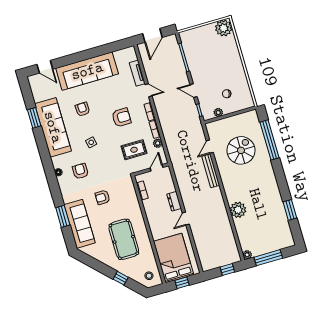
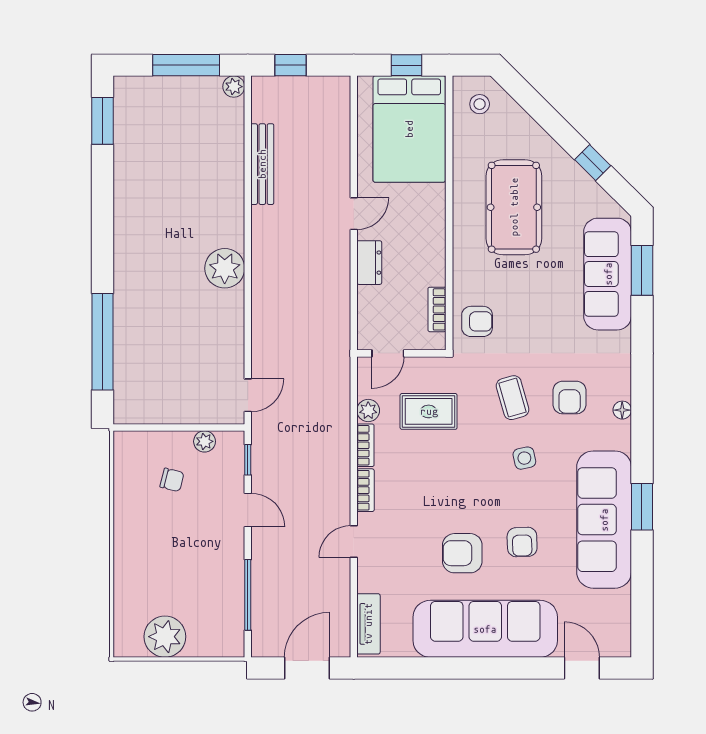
plant: (224, 28) -> (165, 637), moved
tv unit: (137, 73) -> (368, 624), moved
door: (148, 90) -> (354, 542), hinge flipped
armchair: (121, 117) -> (462, 553), moved
window: (34, 118) -> (642, 507), moved
door: (210, 147) -> (248, 395), moved
spiral stairs: (241, 150) -> (177, 337), removed
coffee table: (103, 165) -> (513, 398), added
bench: (211, 171) -> (262, 164), moved
armchair: (103, 197) -> (477, 321), moved
plant: (238, 210) -> (225, 268), moved
window: (290, 210) -> (103, 121), moved
window: (63, 216) -> (642, 270), moved
window: (121, 278) -> (593, 163), moved

